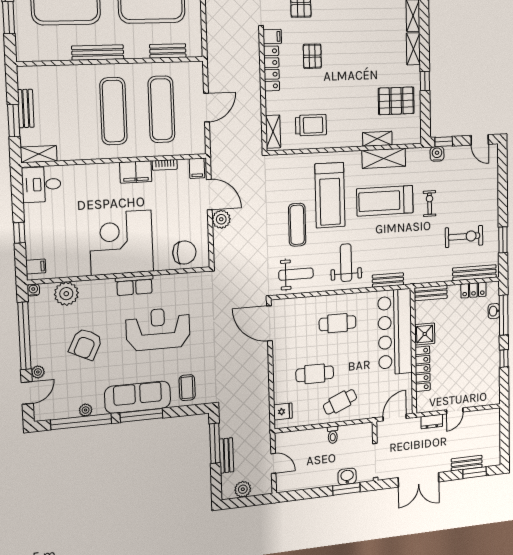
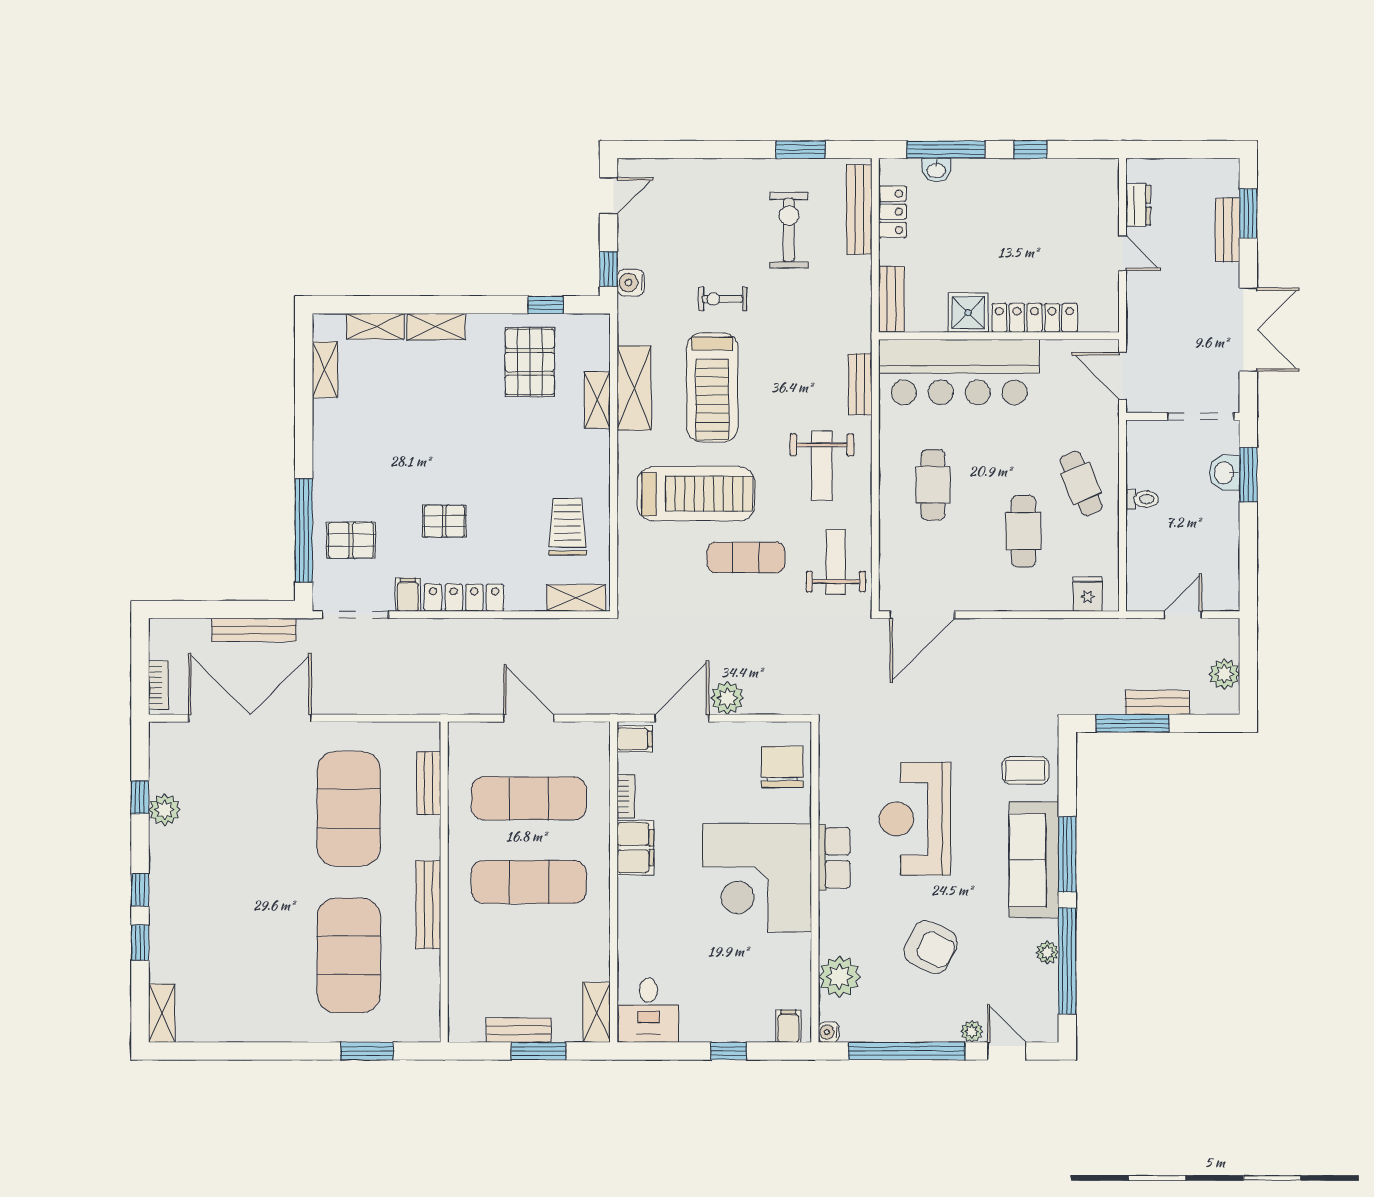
window: (425, 81) -> (546, 305), moved
weight bench: (346, 263) -> (822, 466), turned -90
dresser: (432, 422) -> (1138, 205), moved

